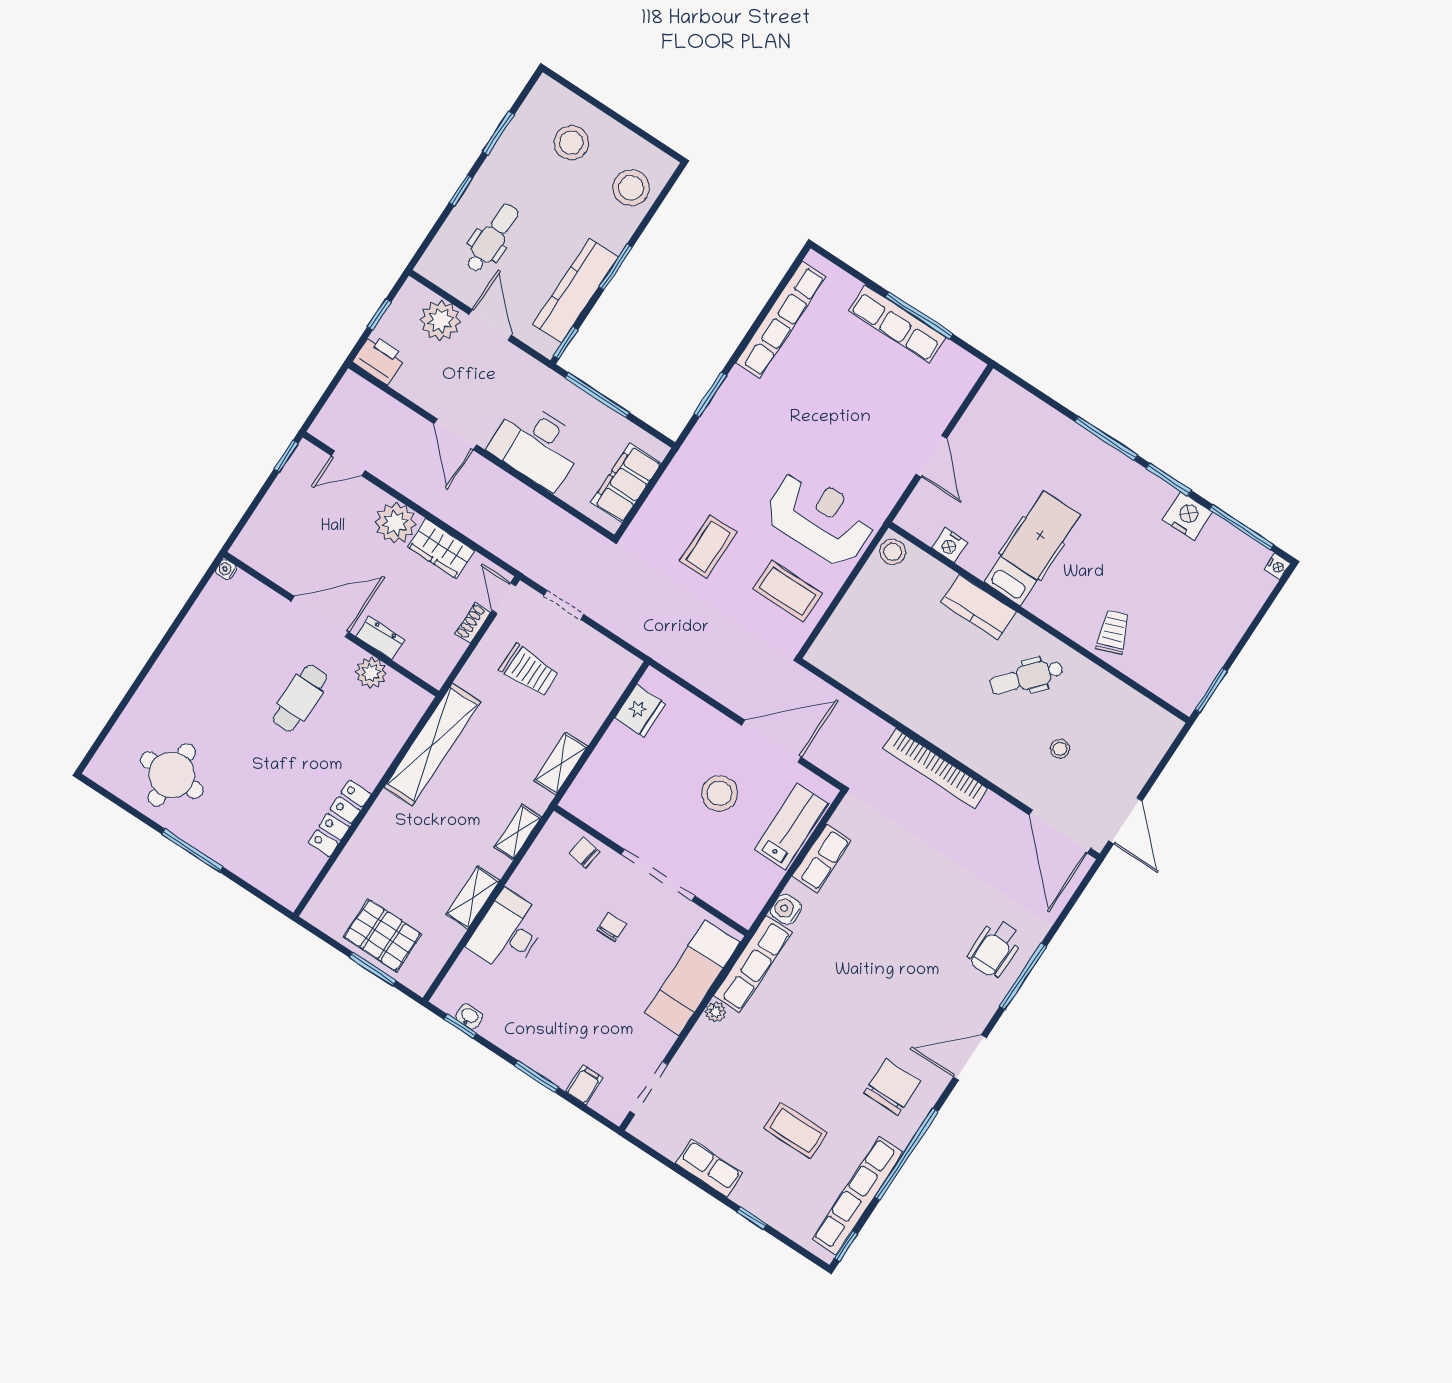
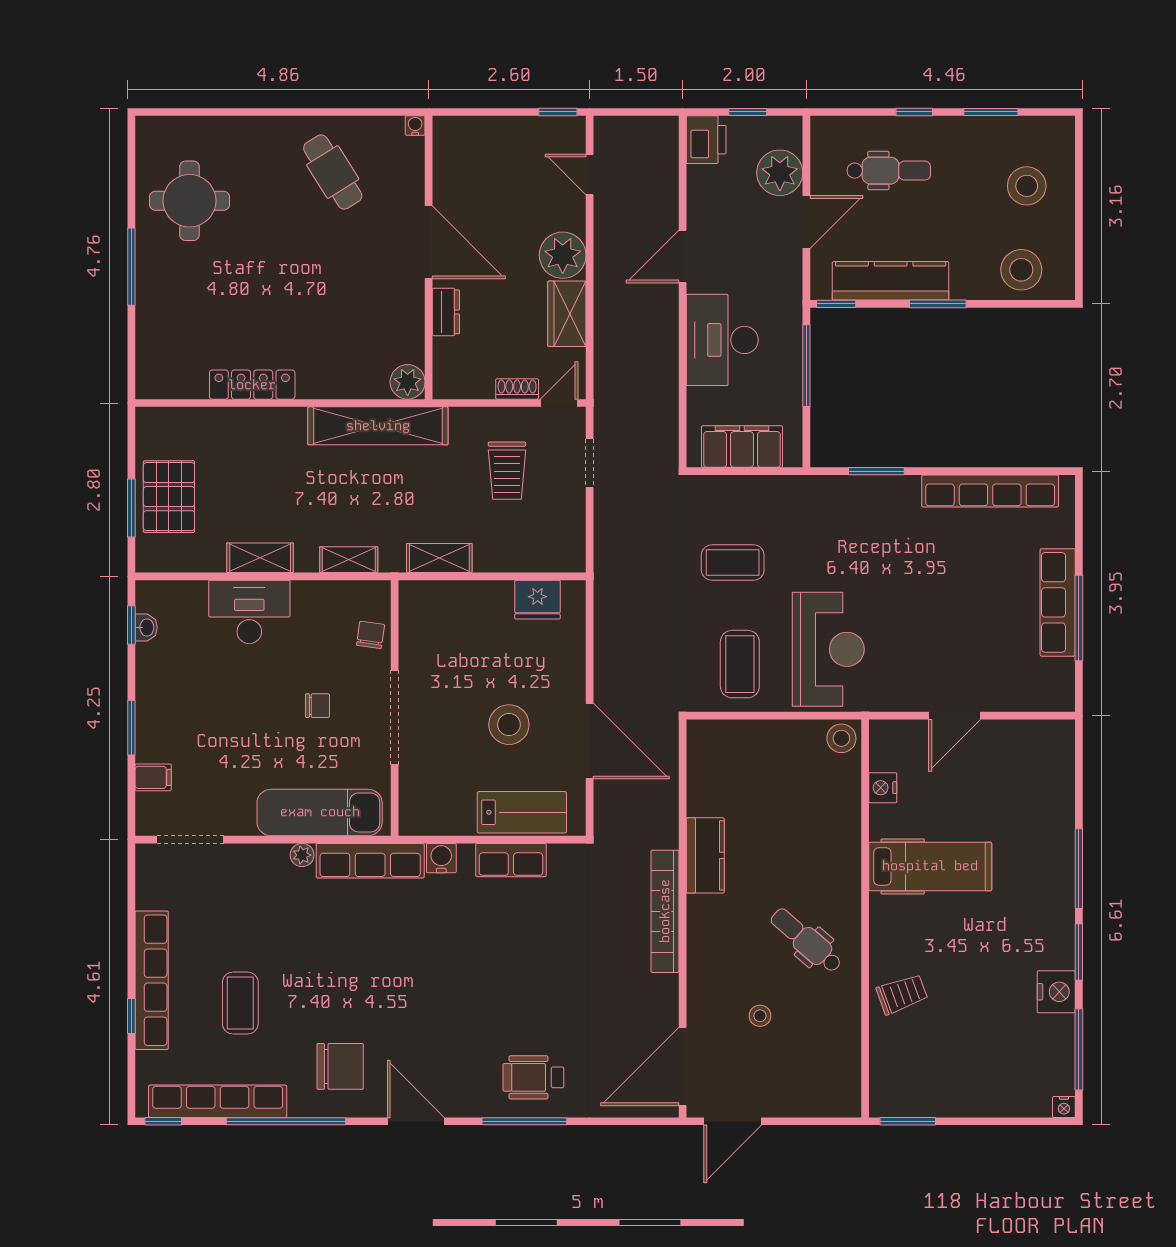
kitchen counter: (979, 607) -> (705, 855), moved, turned 180
plant: (371, 673) -> (408, 382), moved
cafe table: (300, 698) -> (333, 172), moved, turned 58
row of seats: (709, 1168) -> (152, 980), width x2.02

